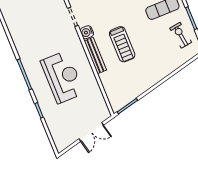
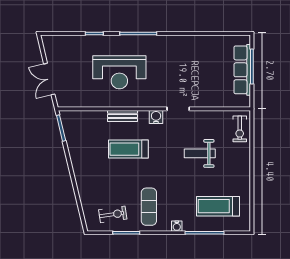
bench: (95, 55) -> (123, 116), width x0.73

